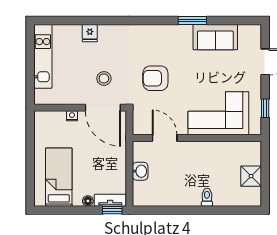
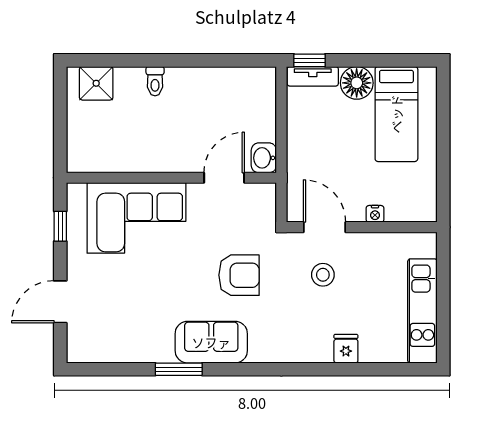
sofa: (215, 37) -> (211, 342), moved
door: (103, 108) -> (324, 227), width x0.73
door: (165, 138) -> (224, 178), swing flipped
washbasin: (140, 171) -> (264, 158), moved
shower: (251, 176) -> (96, 83), moved
floor lamp: (88, 201) -> (357, 83), width x1.89, depth x1.89

